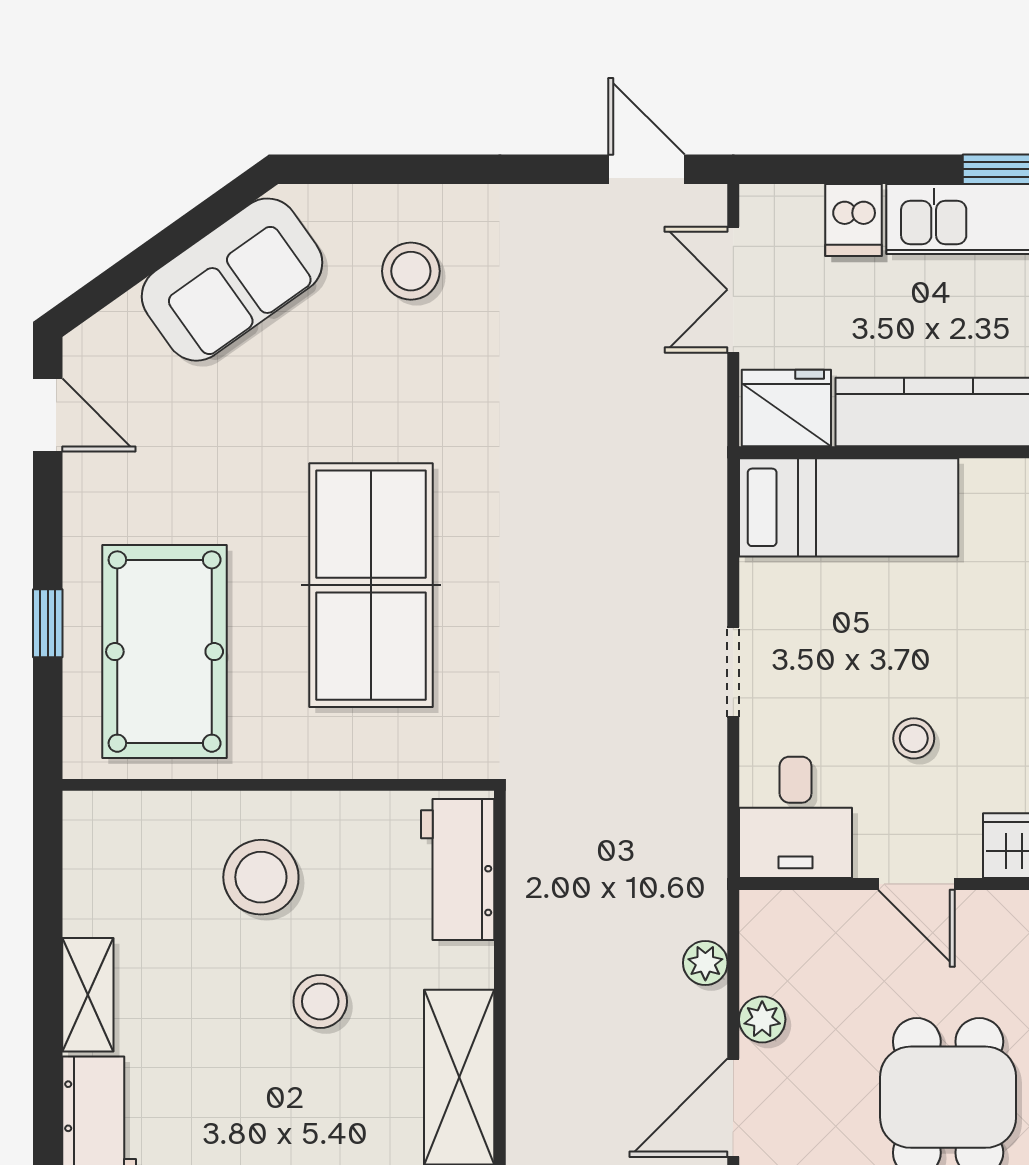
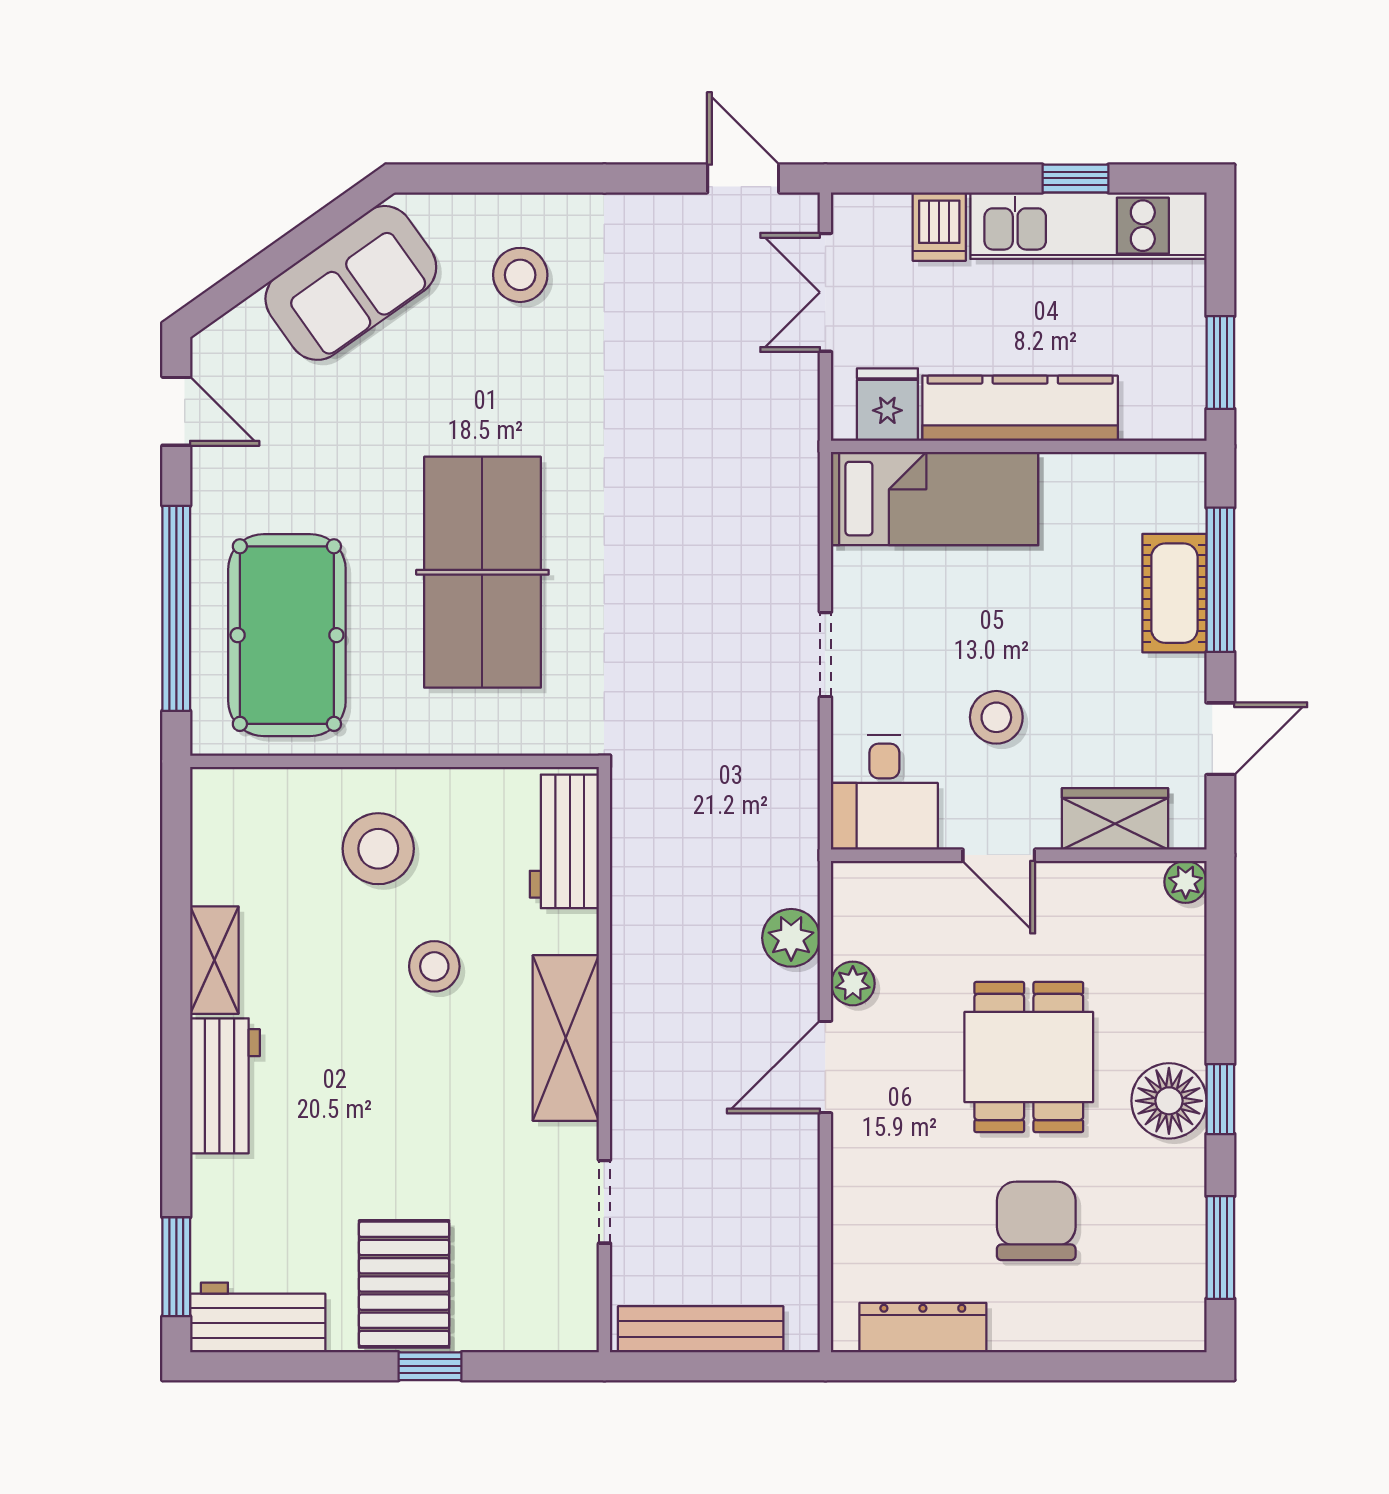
fridge: (786, 408) -> (887, 405), width x0.72
window: (48, 623) -> (176, 608), width x3.17
stool: (914, 738) -> (996, 717), width x1.37, depth x1.37
plant: (705, 963) -> (791, 938), width x1.38, depth x1.38

